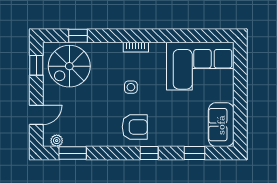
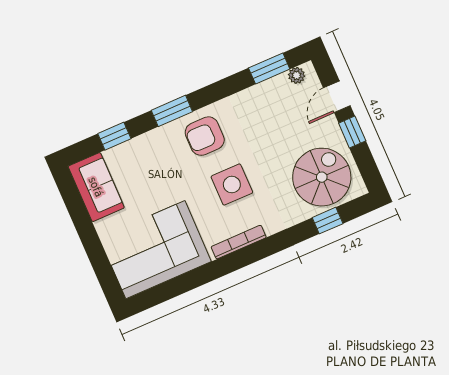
bookcase: (136, 47) -> (239, 242), width x1.56
window: (36, 65) -> (352, 132), moved
side table: (131, 87) -> (232, 185), width x1.87, depth x1.87
window: (149, 153) -> (172, 111), width x1.50

